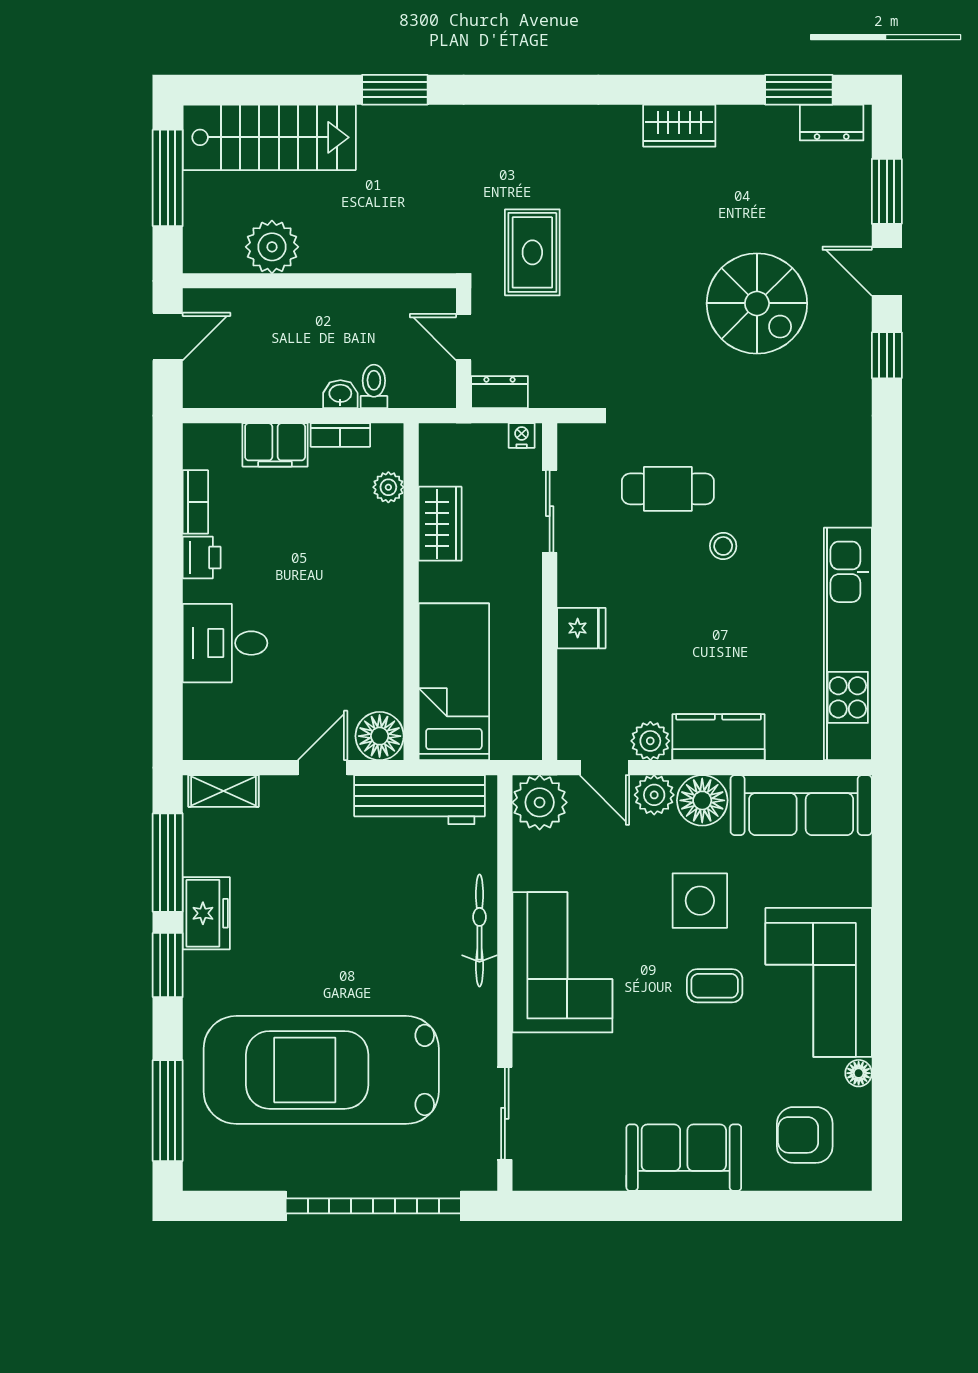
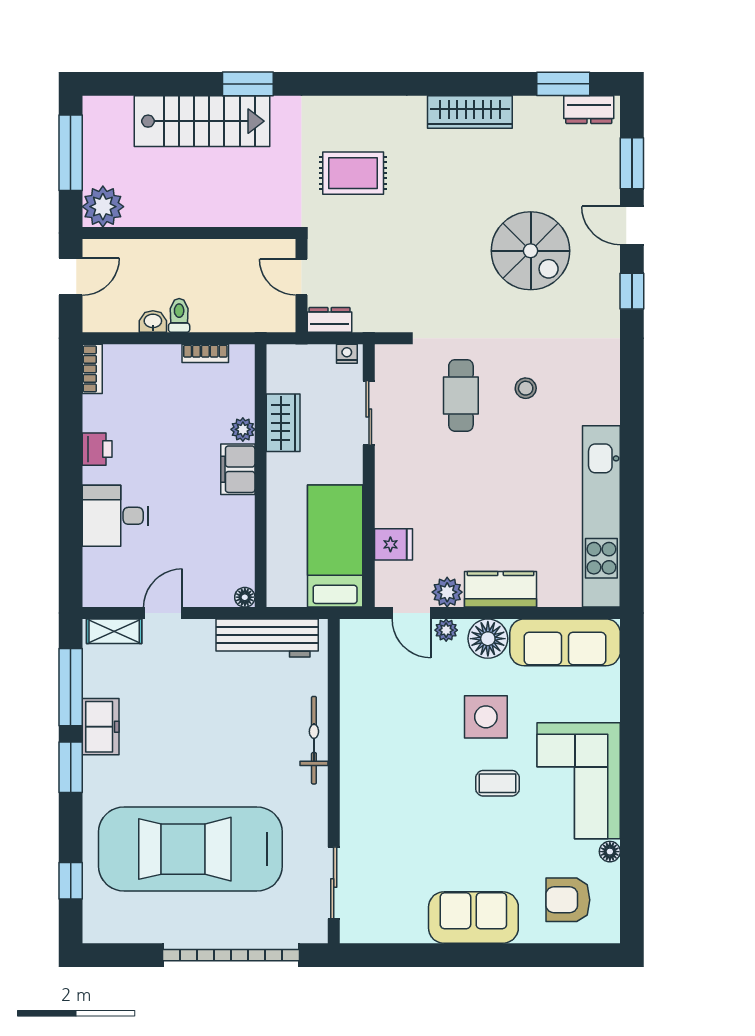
wardrobe: (679, 126) -> (470, 112), width x1.50
stairs: (269, 137) -> (202, 121), moved
plant: (272, 247) -> (103, 207), moved
rug: (532, 252) -> (353, 173), moved, turned 90
toilet: (374, 386) -> (179, 315), moved
washbasin: (340, 394) -> (153, 322), moved
filing cabinet: (275, 445) -> (238, 469), moved, turned 90
plant: (388, 487) -> (243, 429), moved
cafe table: (668, 489) -> (461, 395), turned 90
bookcase: (195, 502) -> (92, 369), moved
stool: (723, 546) -> (526, 388), moved
fridge: (581, 628) -> (393, 544), moved
bed: (454, 682) -> (335, 546), moved
floor lamp: (380, 736) -> (245, 597), width x0.53, depth x0.53
door: (323, 768) -> (163, 613), moved
plant: (654, 795) -> (446, 630), width x0.73, depth x0.73
plant: (540, 802) -> (361, 640), removed
corner sofa: (562, 962) -> (379, 765), removed
window: (168, 1111) -> (71, 881), width x0.46

